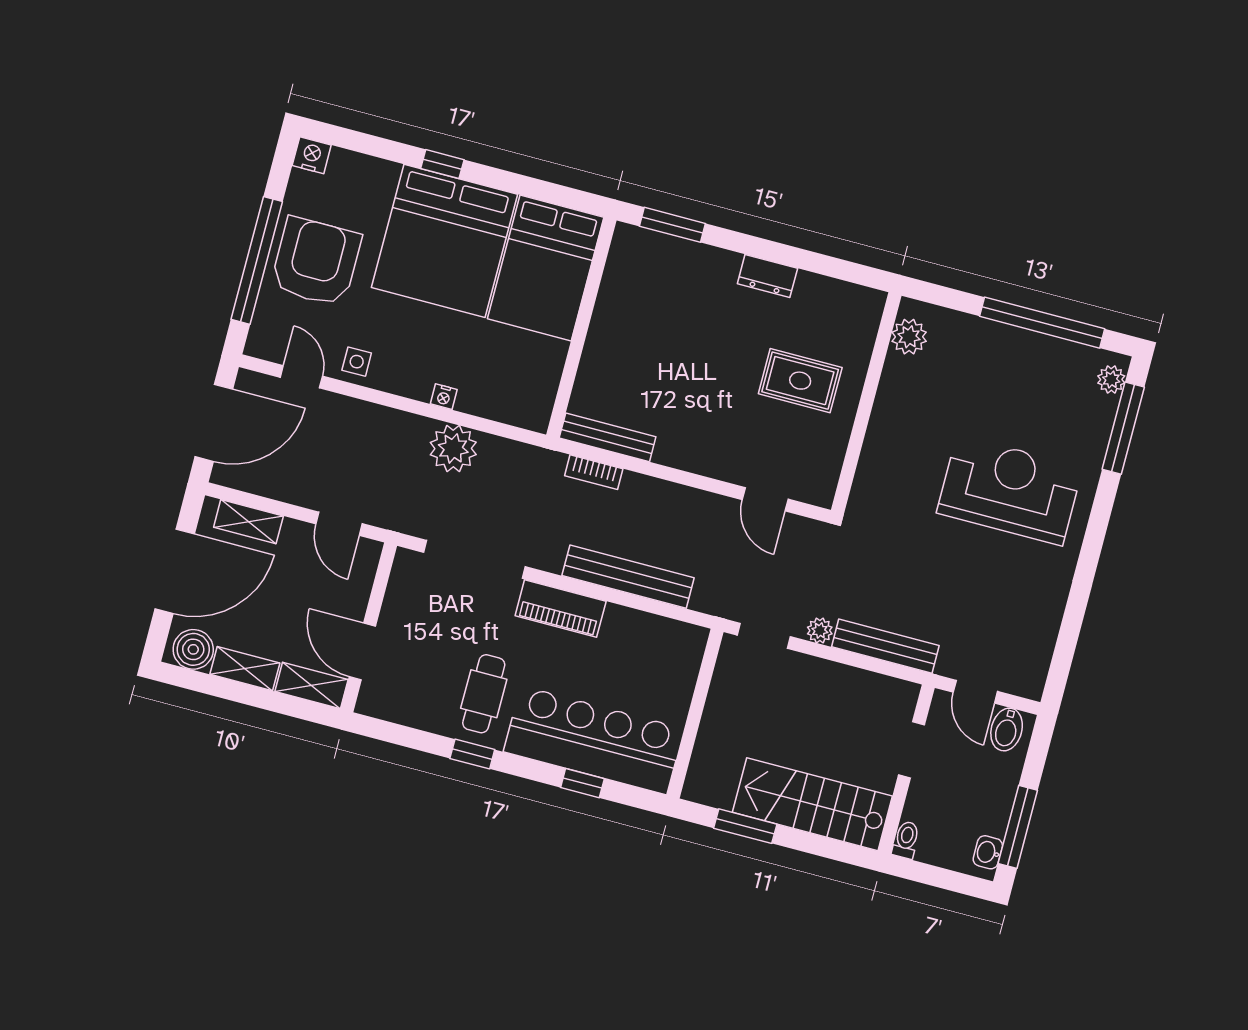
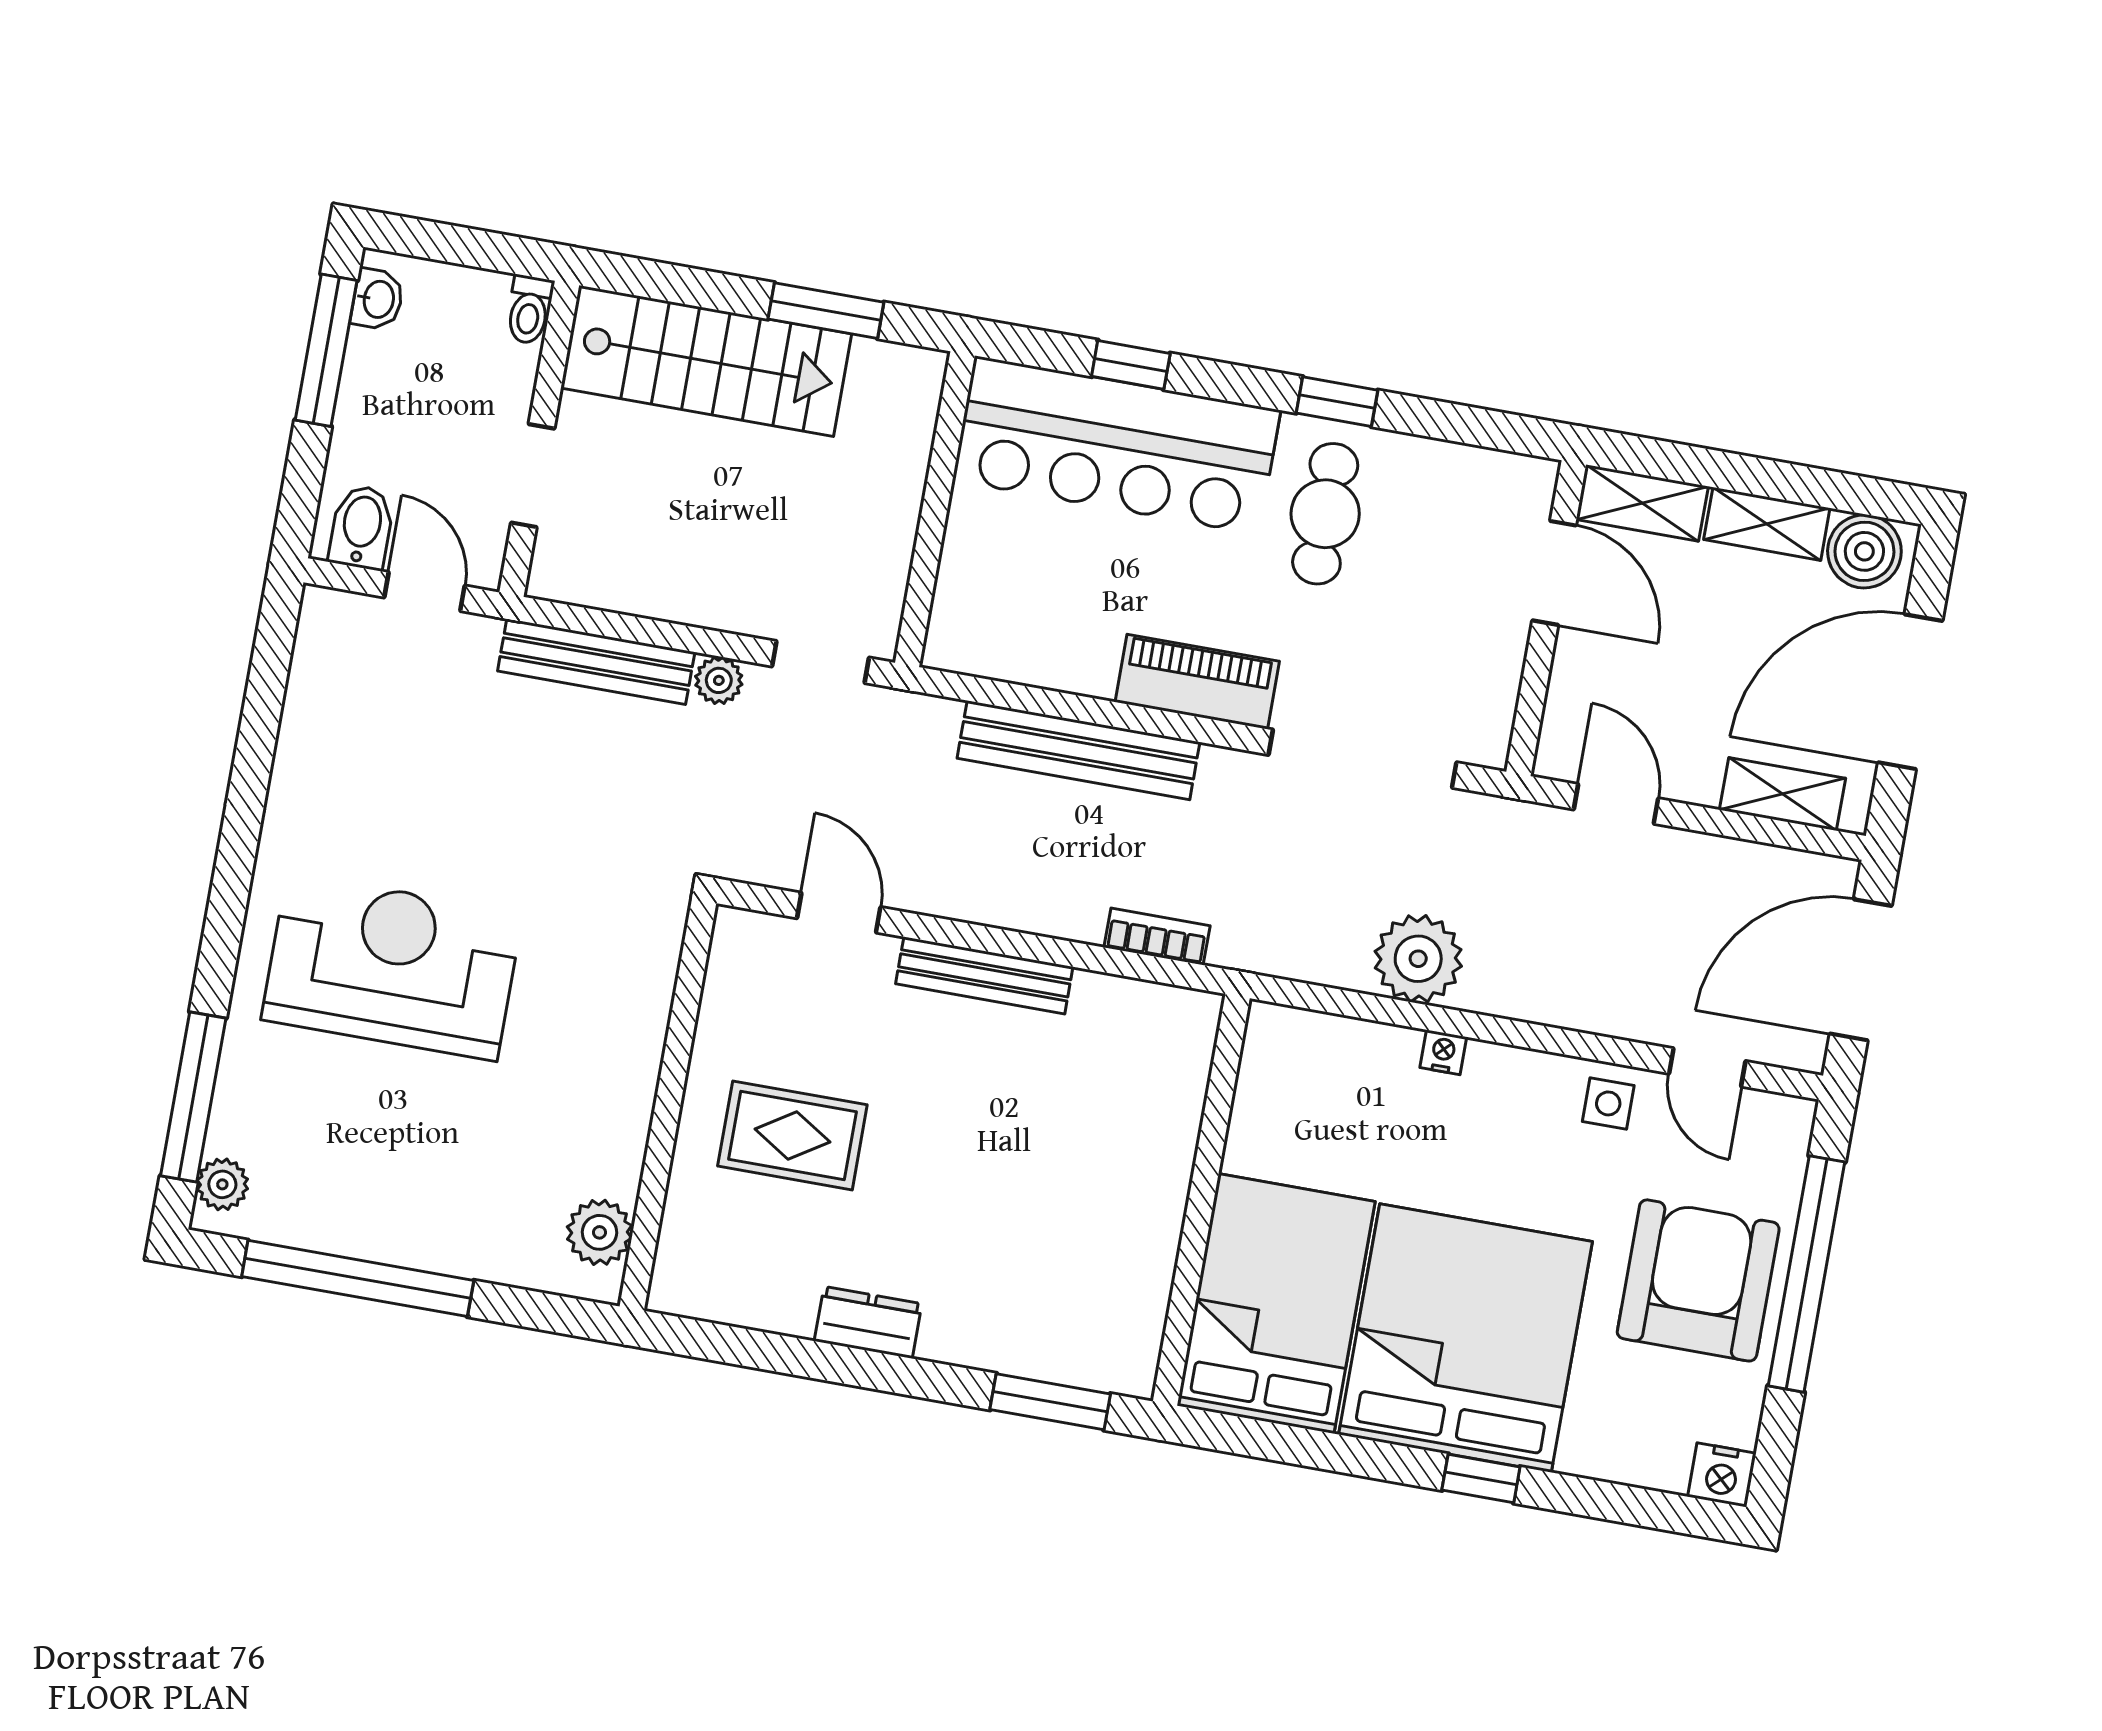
armchair: (316, 262) -> (1698, 1280), turned 180
bench: (608, 437) -> (984, 975), moved
reception desk: (1010, 490) -> (392, 967), turned 180

